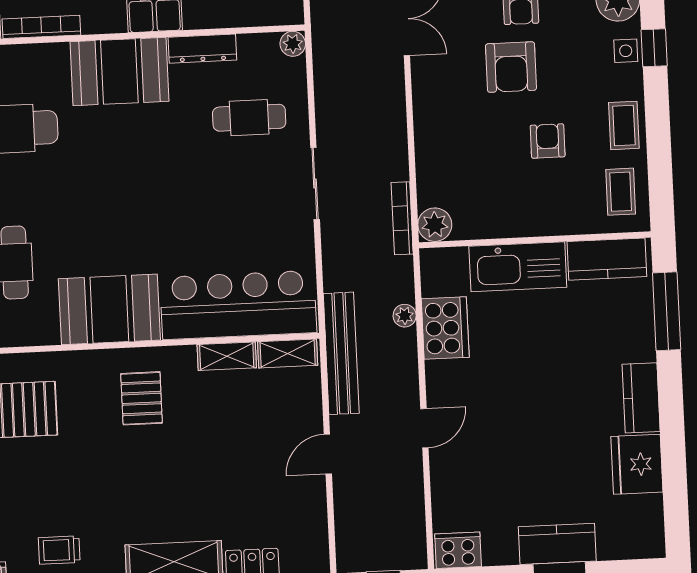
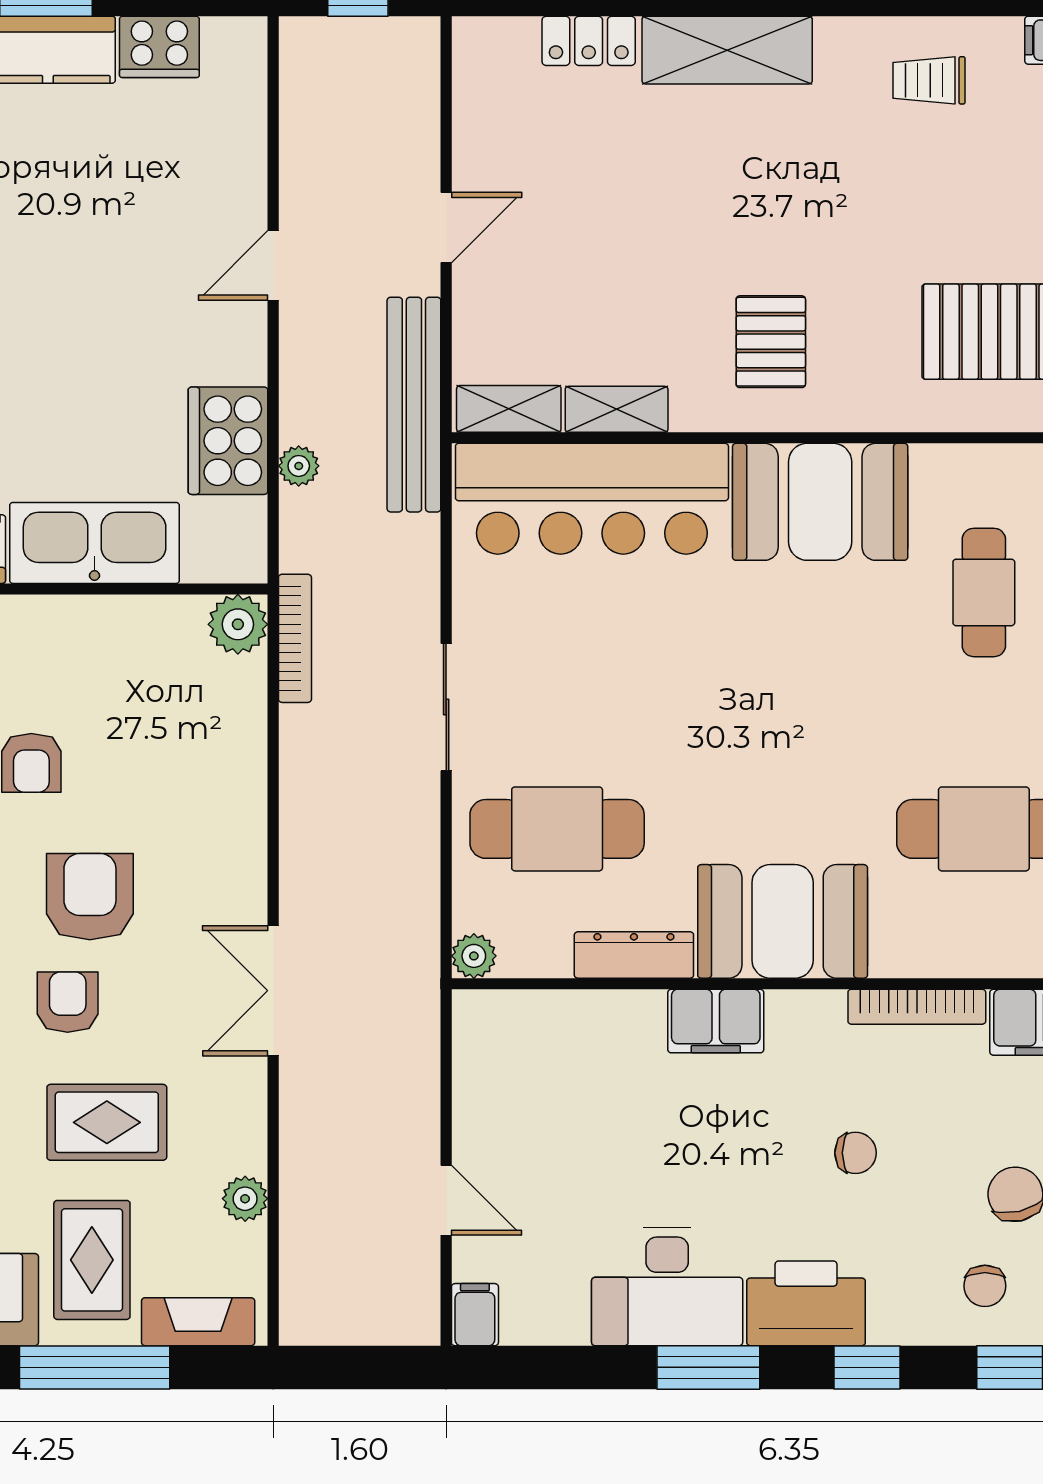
cafe table: (249, 118) -> (557, 829), width x1.37, depth x1.35
trolley: (59, 550) -> (929, 80), turned 180
cooker: (458, 550) -> (159, 47), moved

